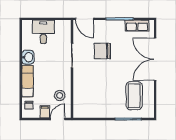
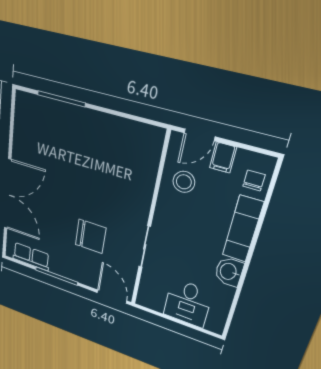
coffee table: (134, 96) -> (46, 141), removed

